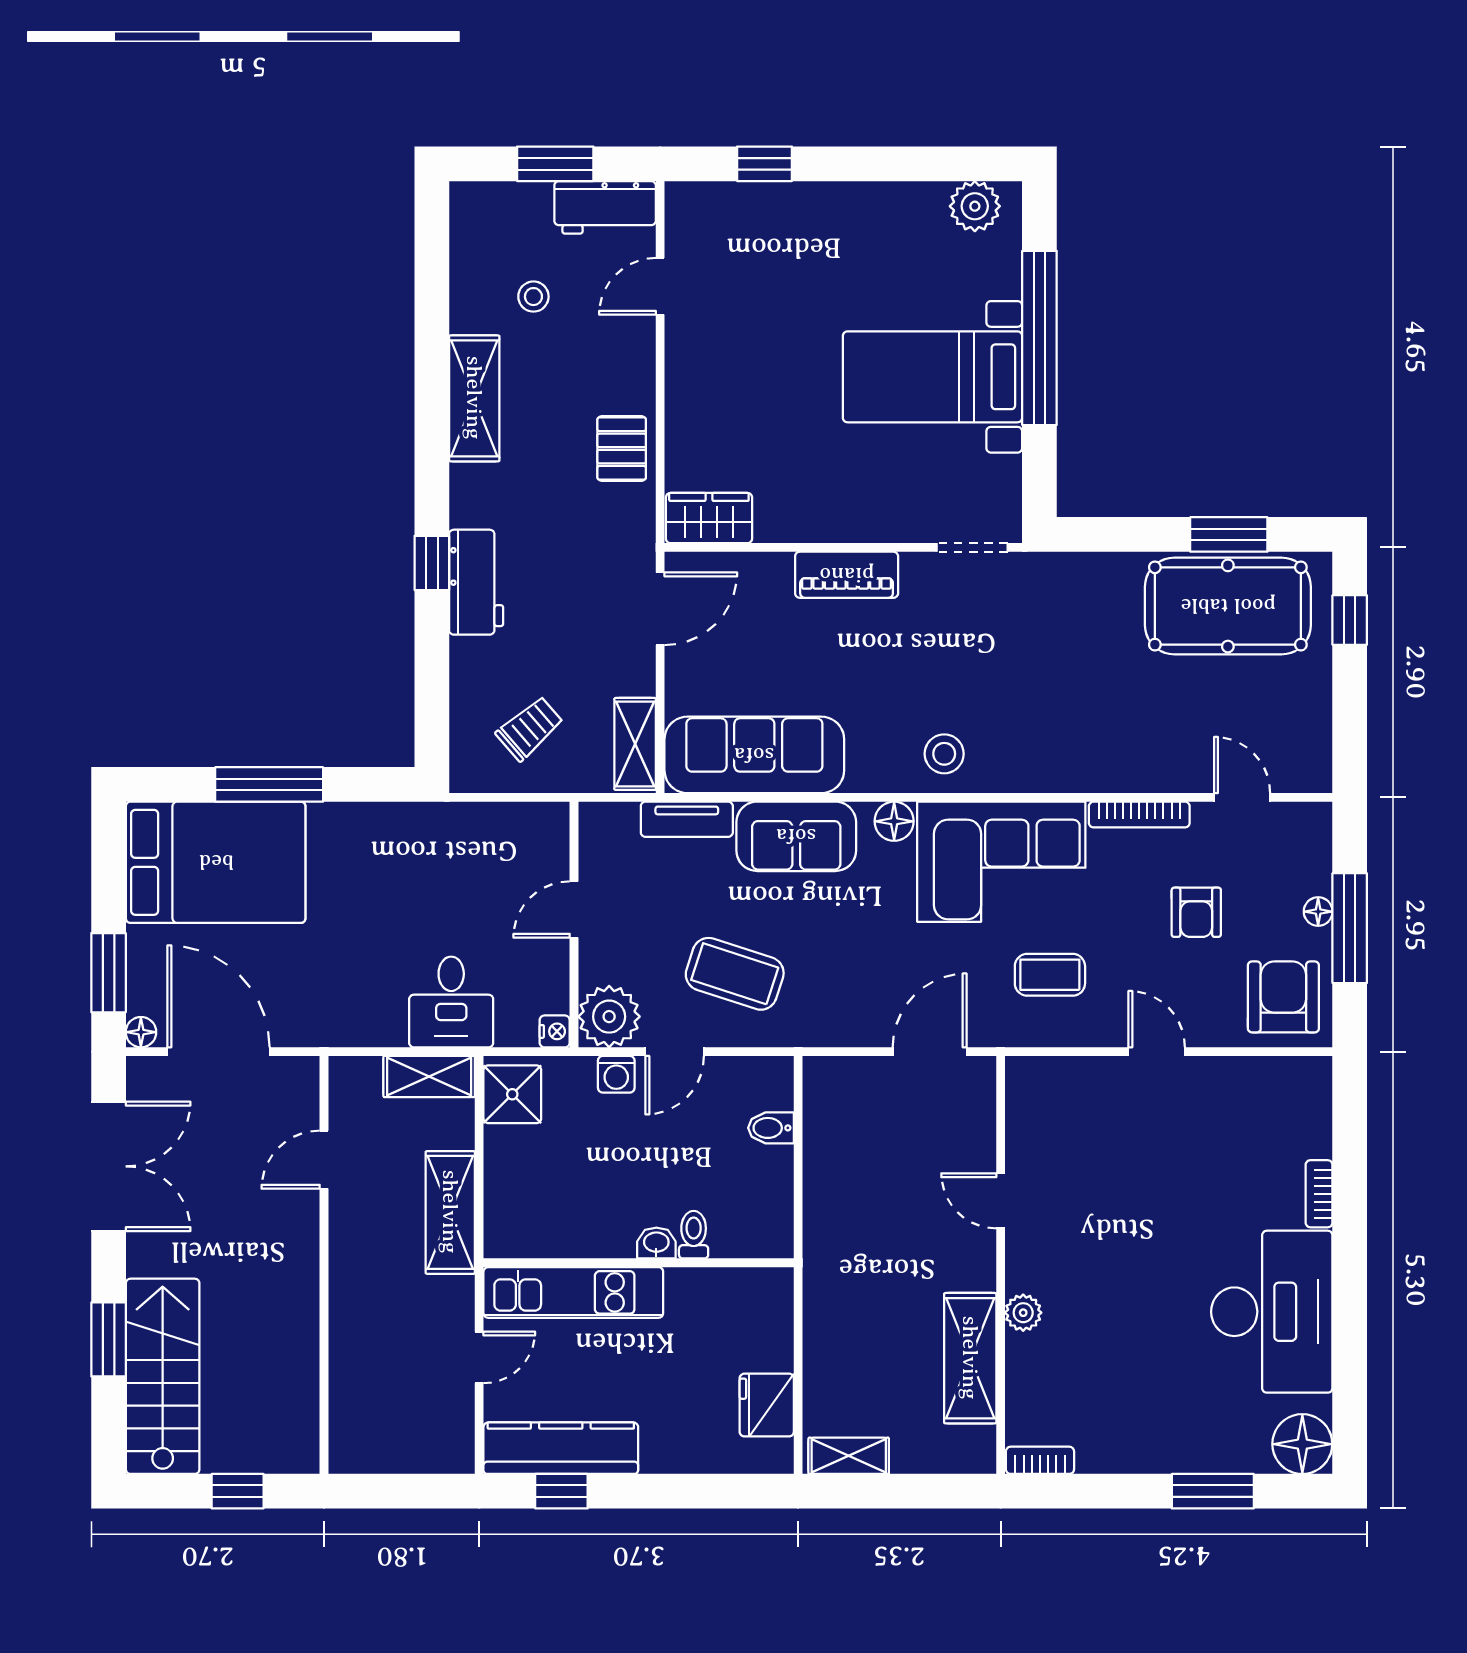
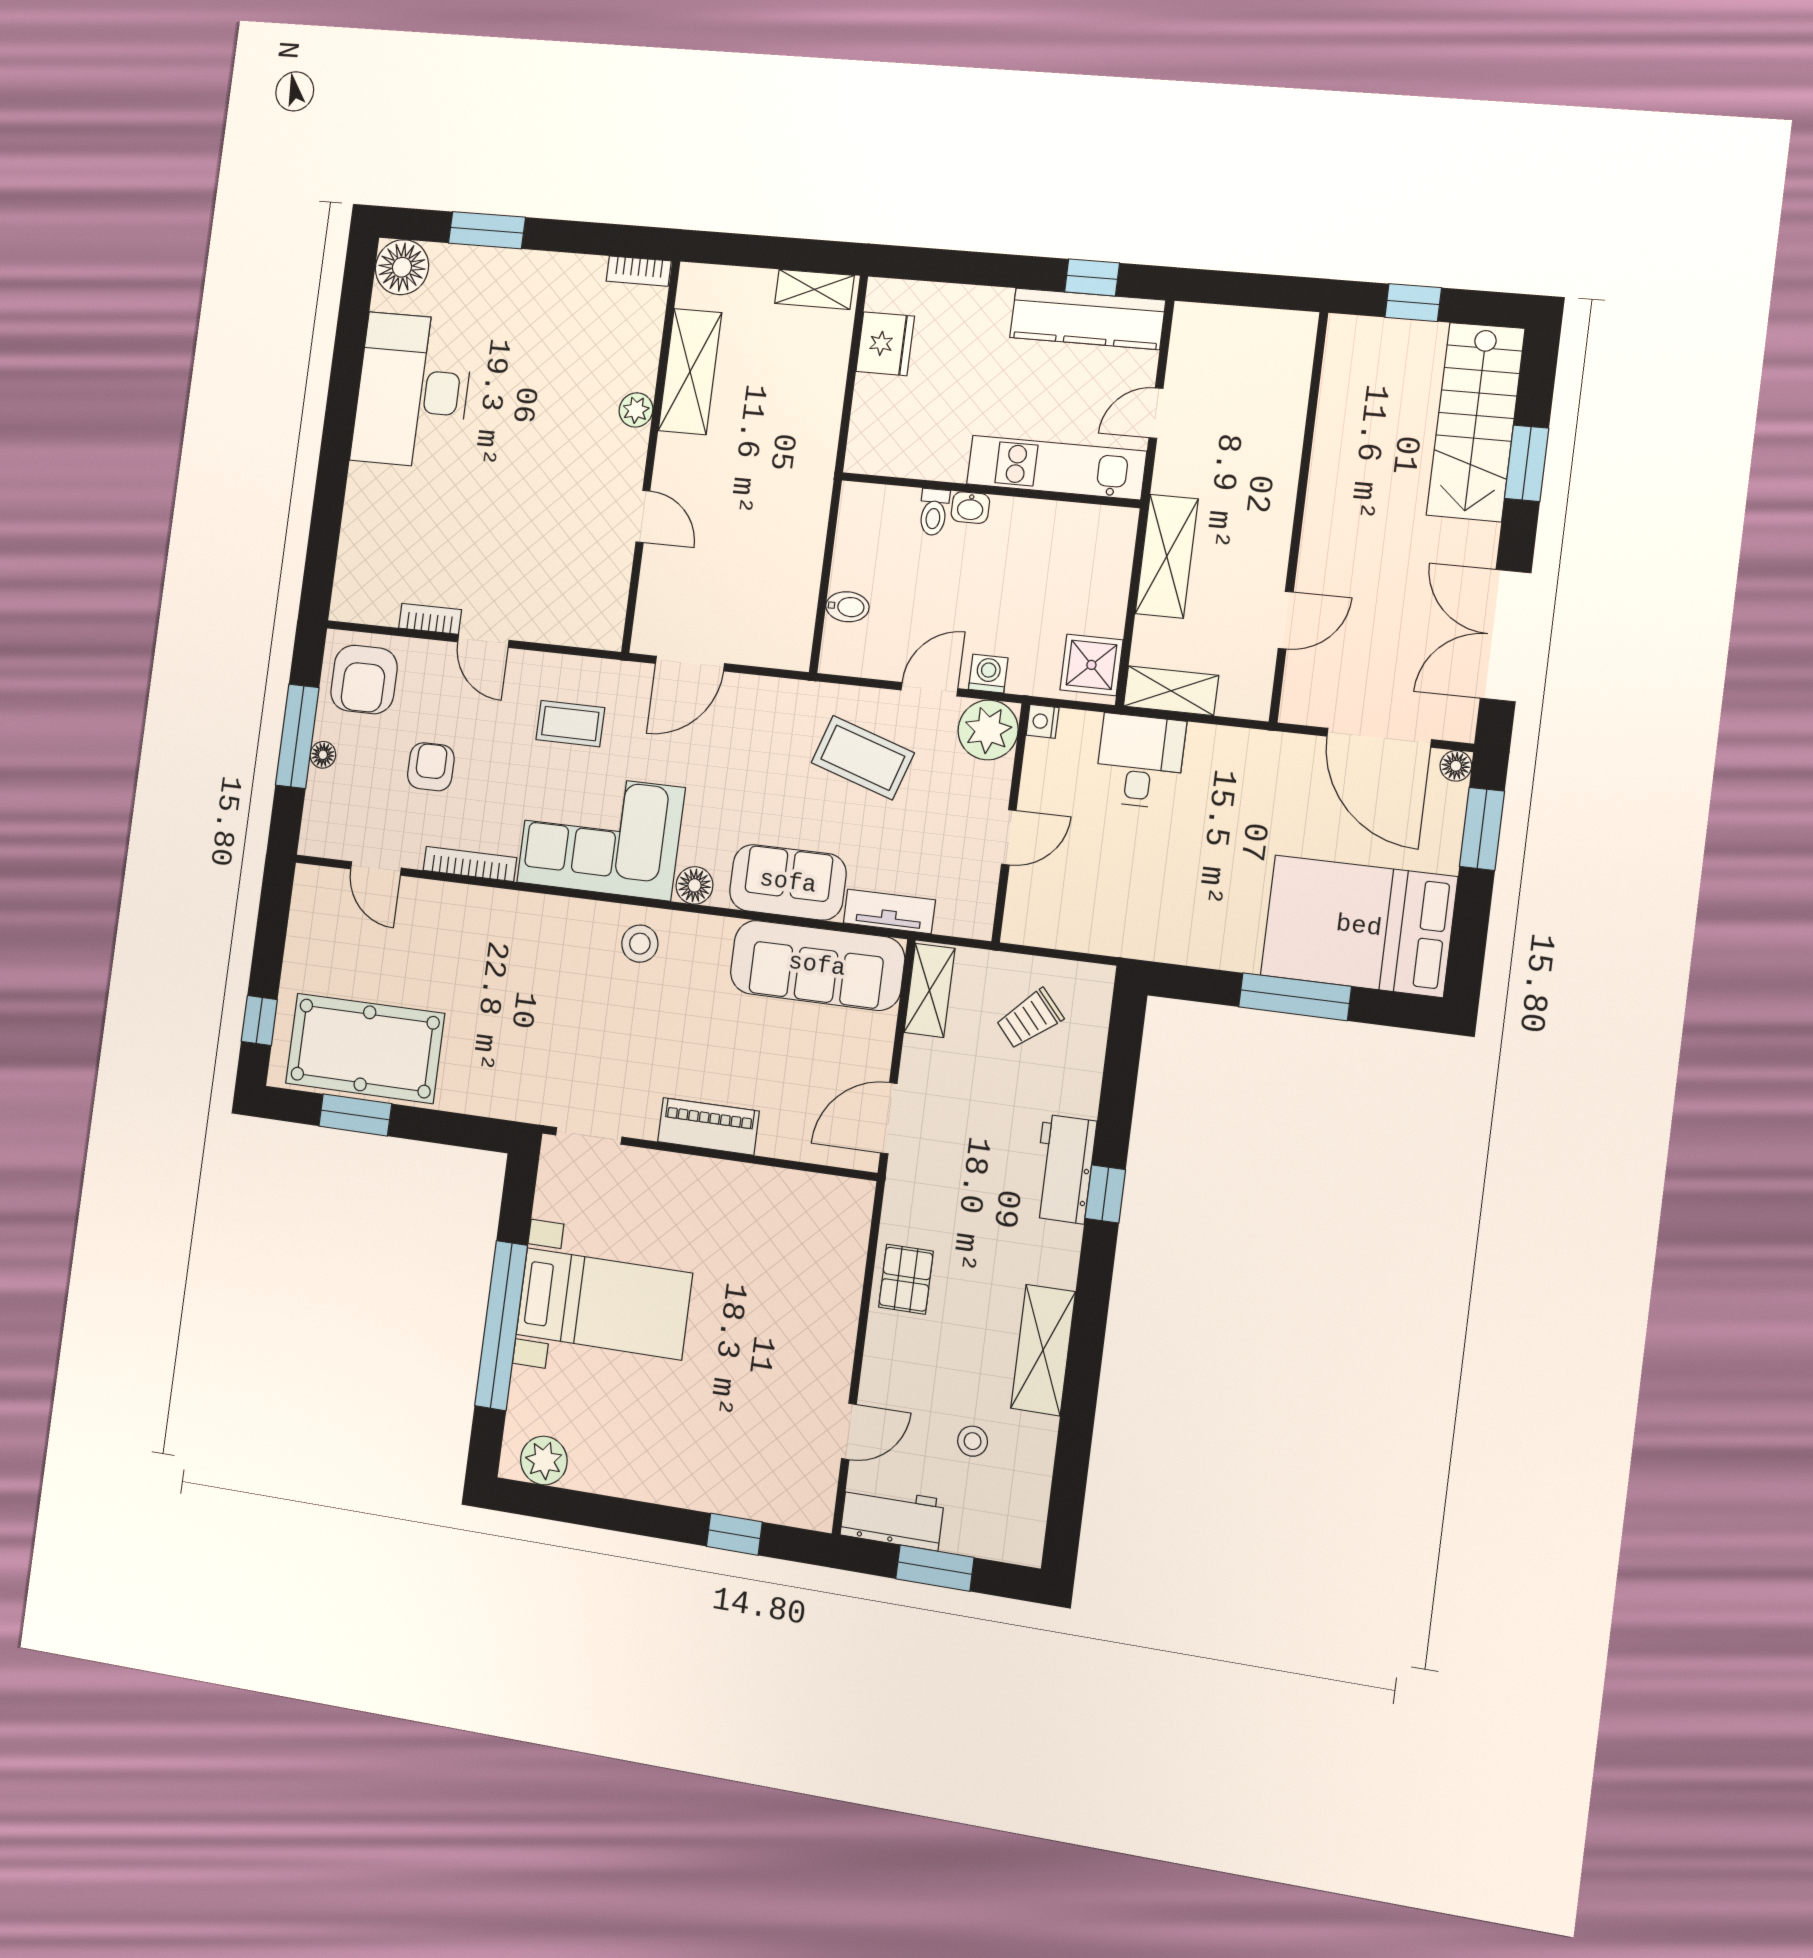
wardrobe: (709, 518) -> (831, 1199), removed
bookcase: (1319, 1194) -> (430, 619), moved, turned -90

